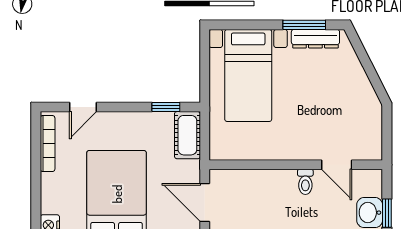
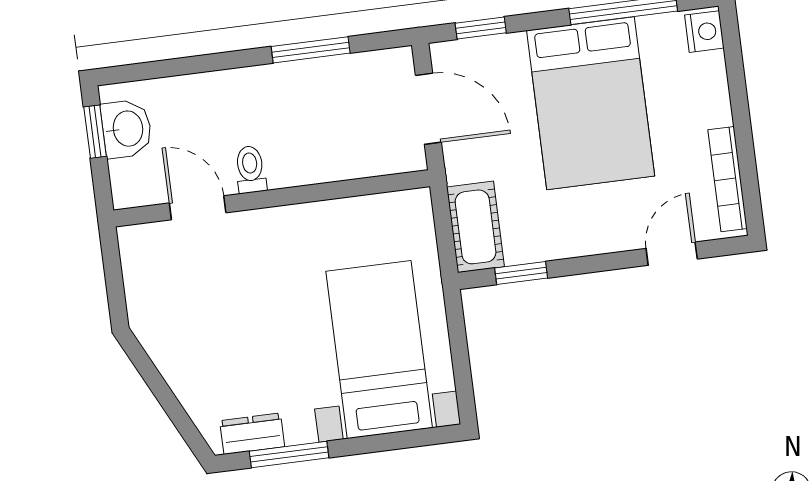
dresser: (315, 39) -> (252, 434), width x0.70

